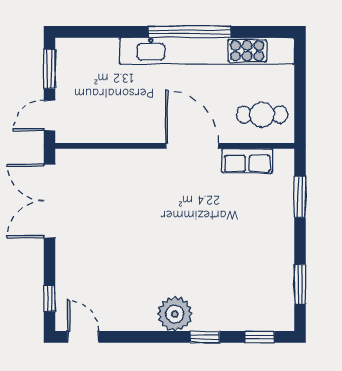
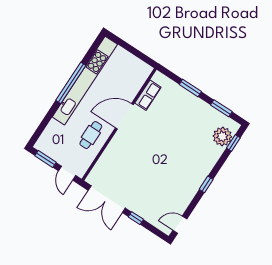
cafe table: (262, 115) -> (91, 135), moved
window: (300, 197) -> (190, 88), moved
window: (49, 298) -> (136, 218), moved
plant: (175, 314) -> (222, 136), moved
window: (205, 337) -> (206, 184), moved

